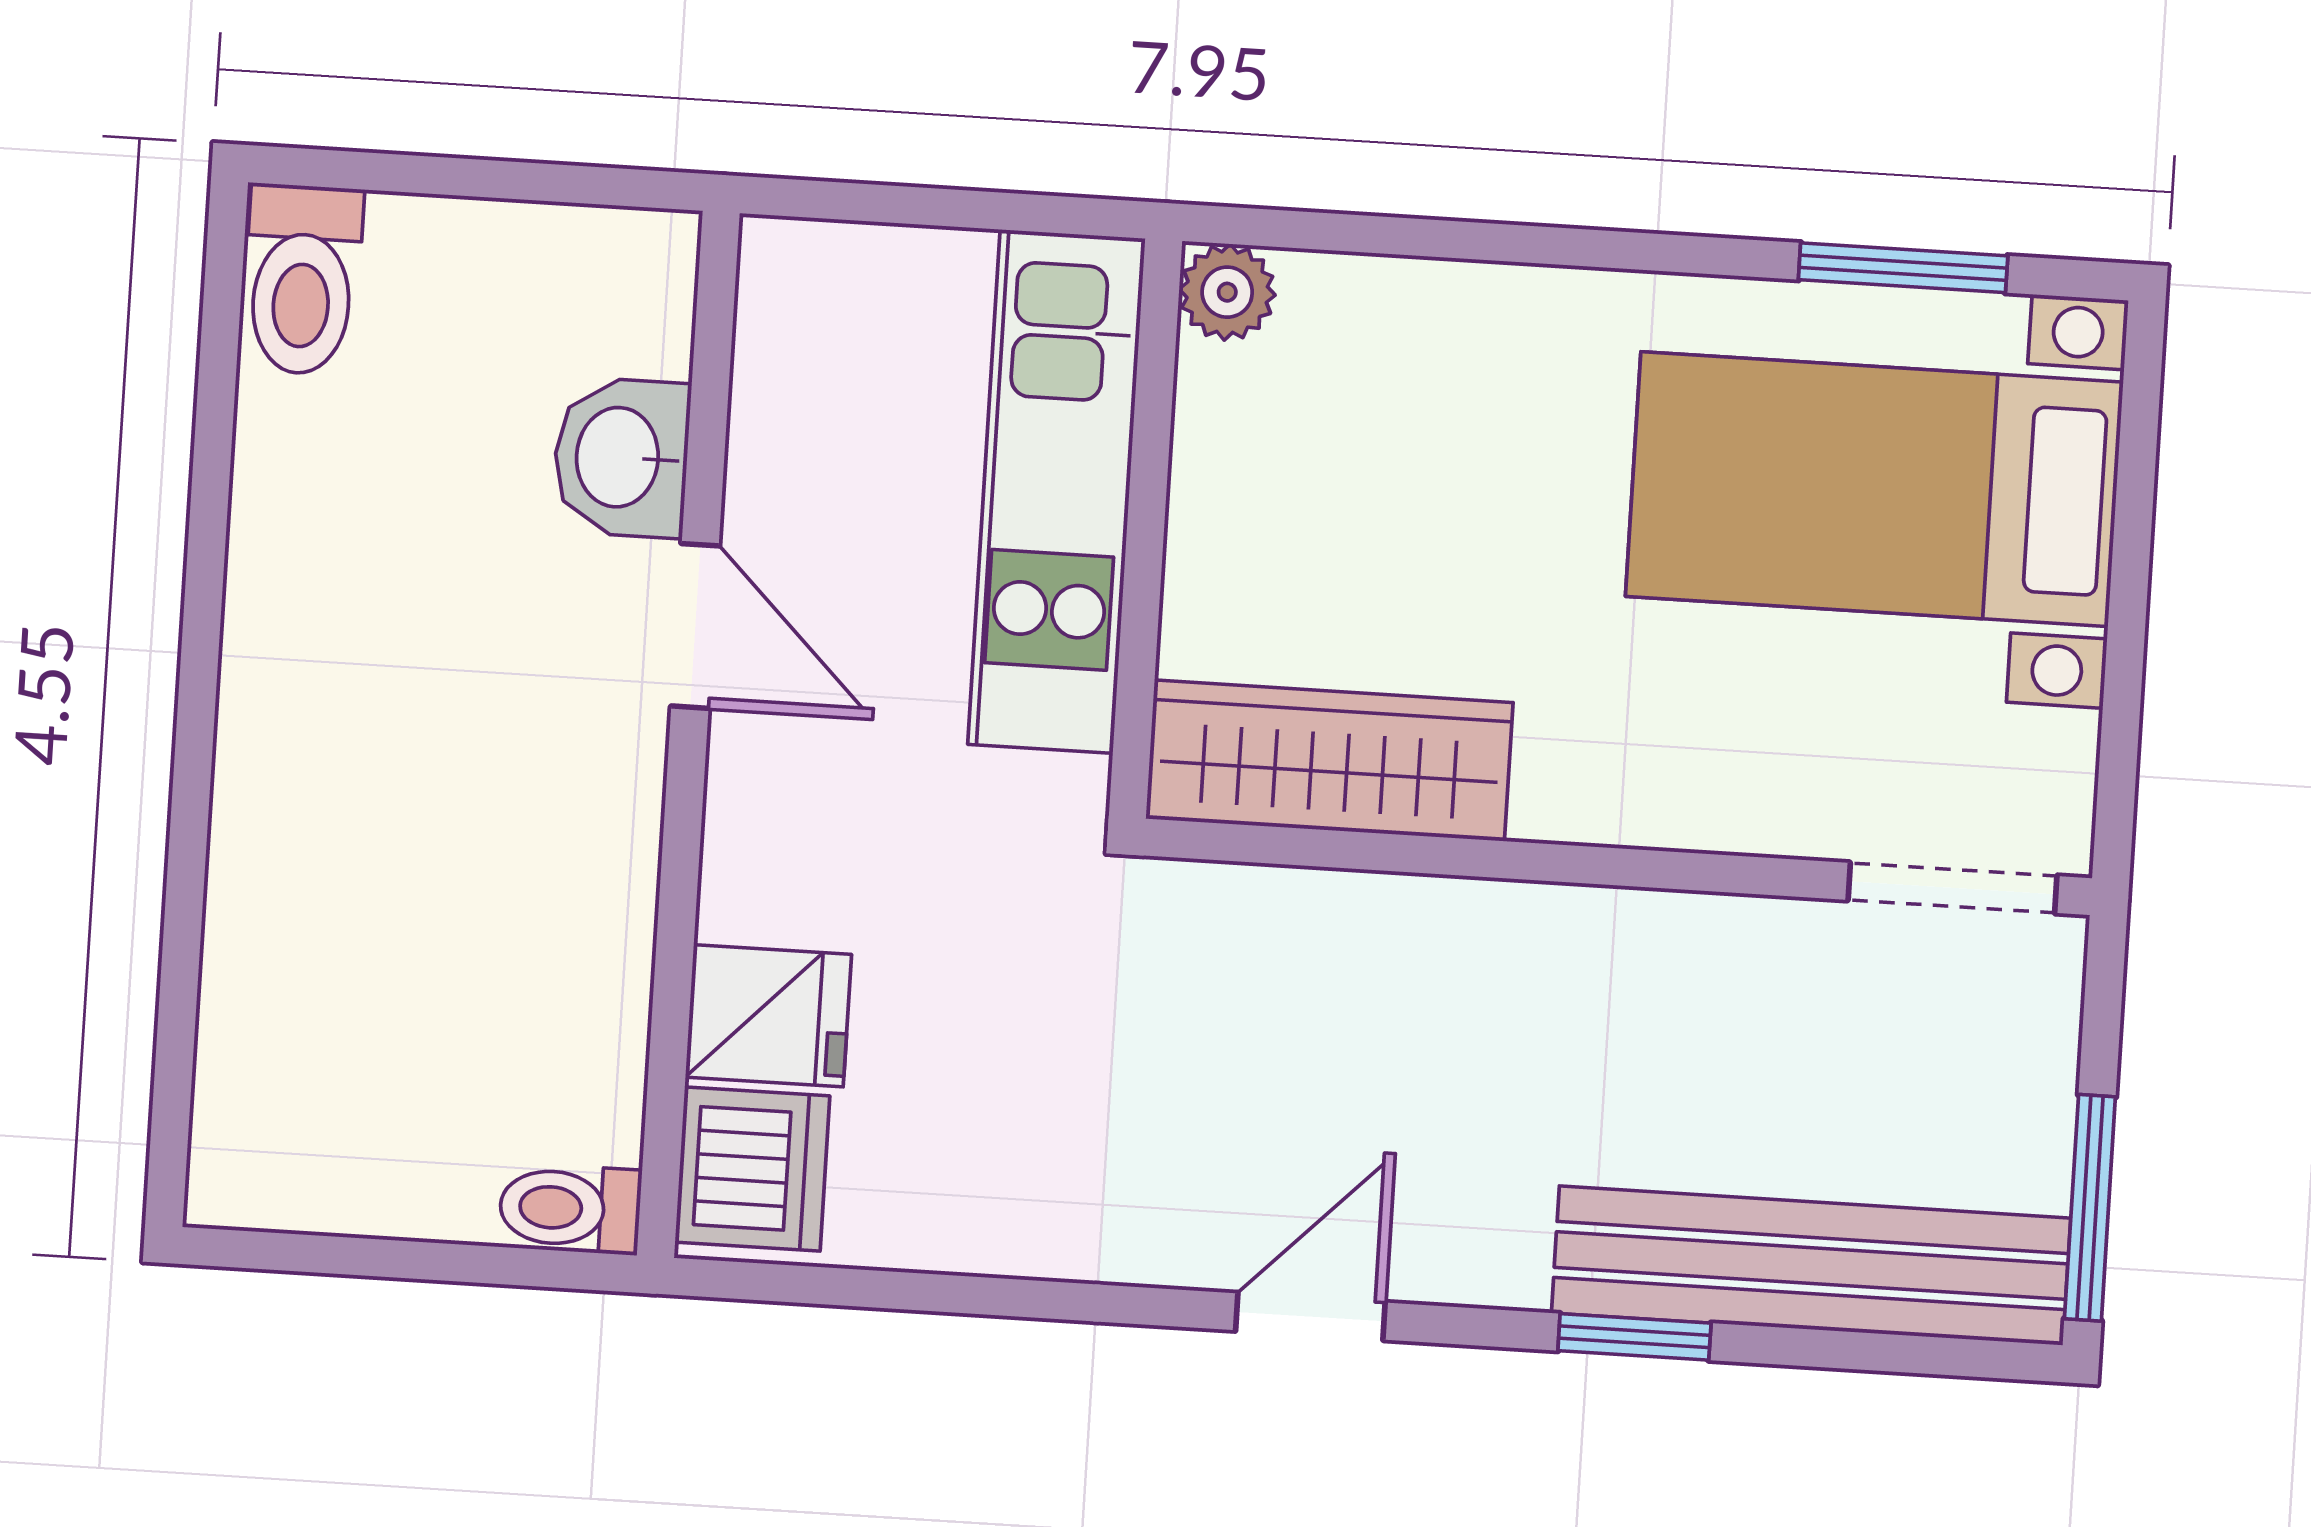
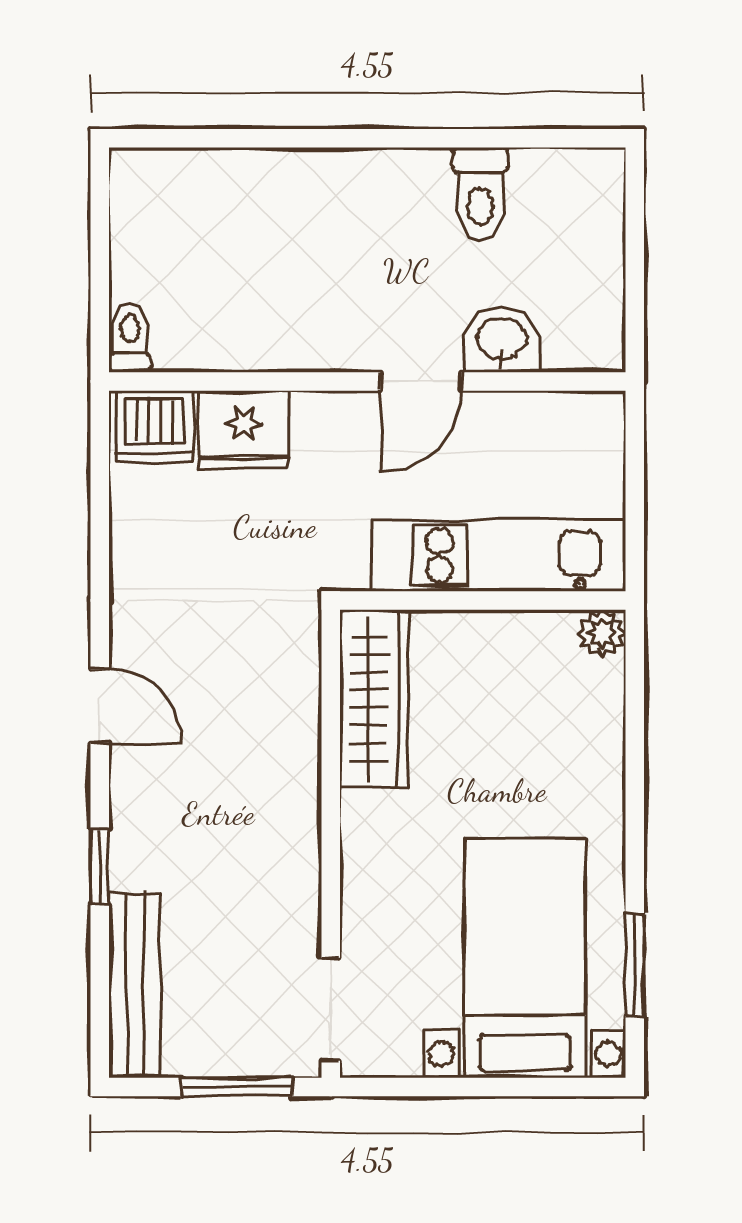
toilet: (302, 279) -> (480, 194), moved, turned -90
fridge: (768, 1016) -> (244, 430), width x1.38
window: (2090, 1208) -> (237, 1087), moved
bench: (1811, 1266) -> (135, 985), width x0.73, depth x0.82

